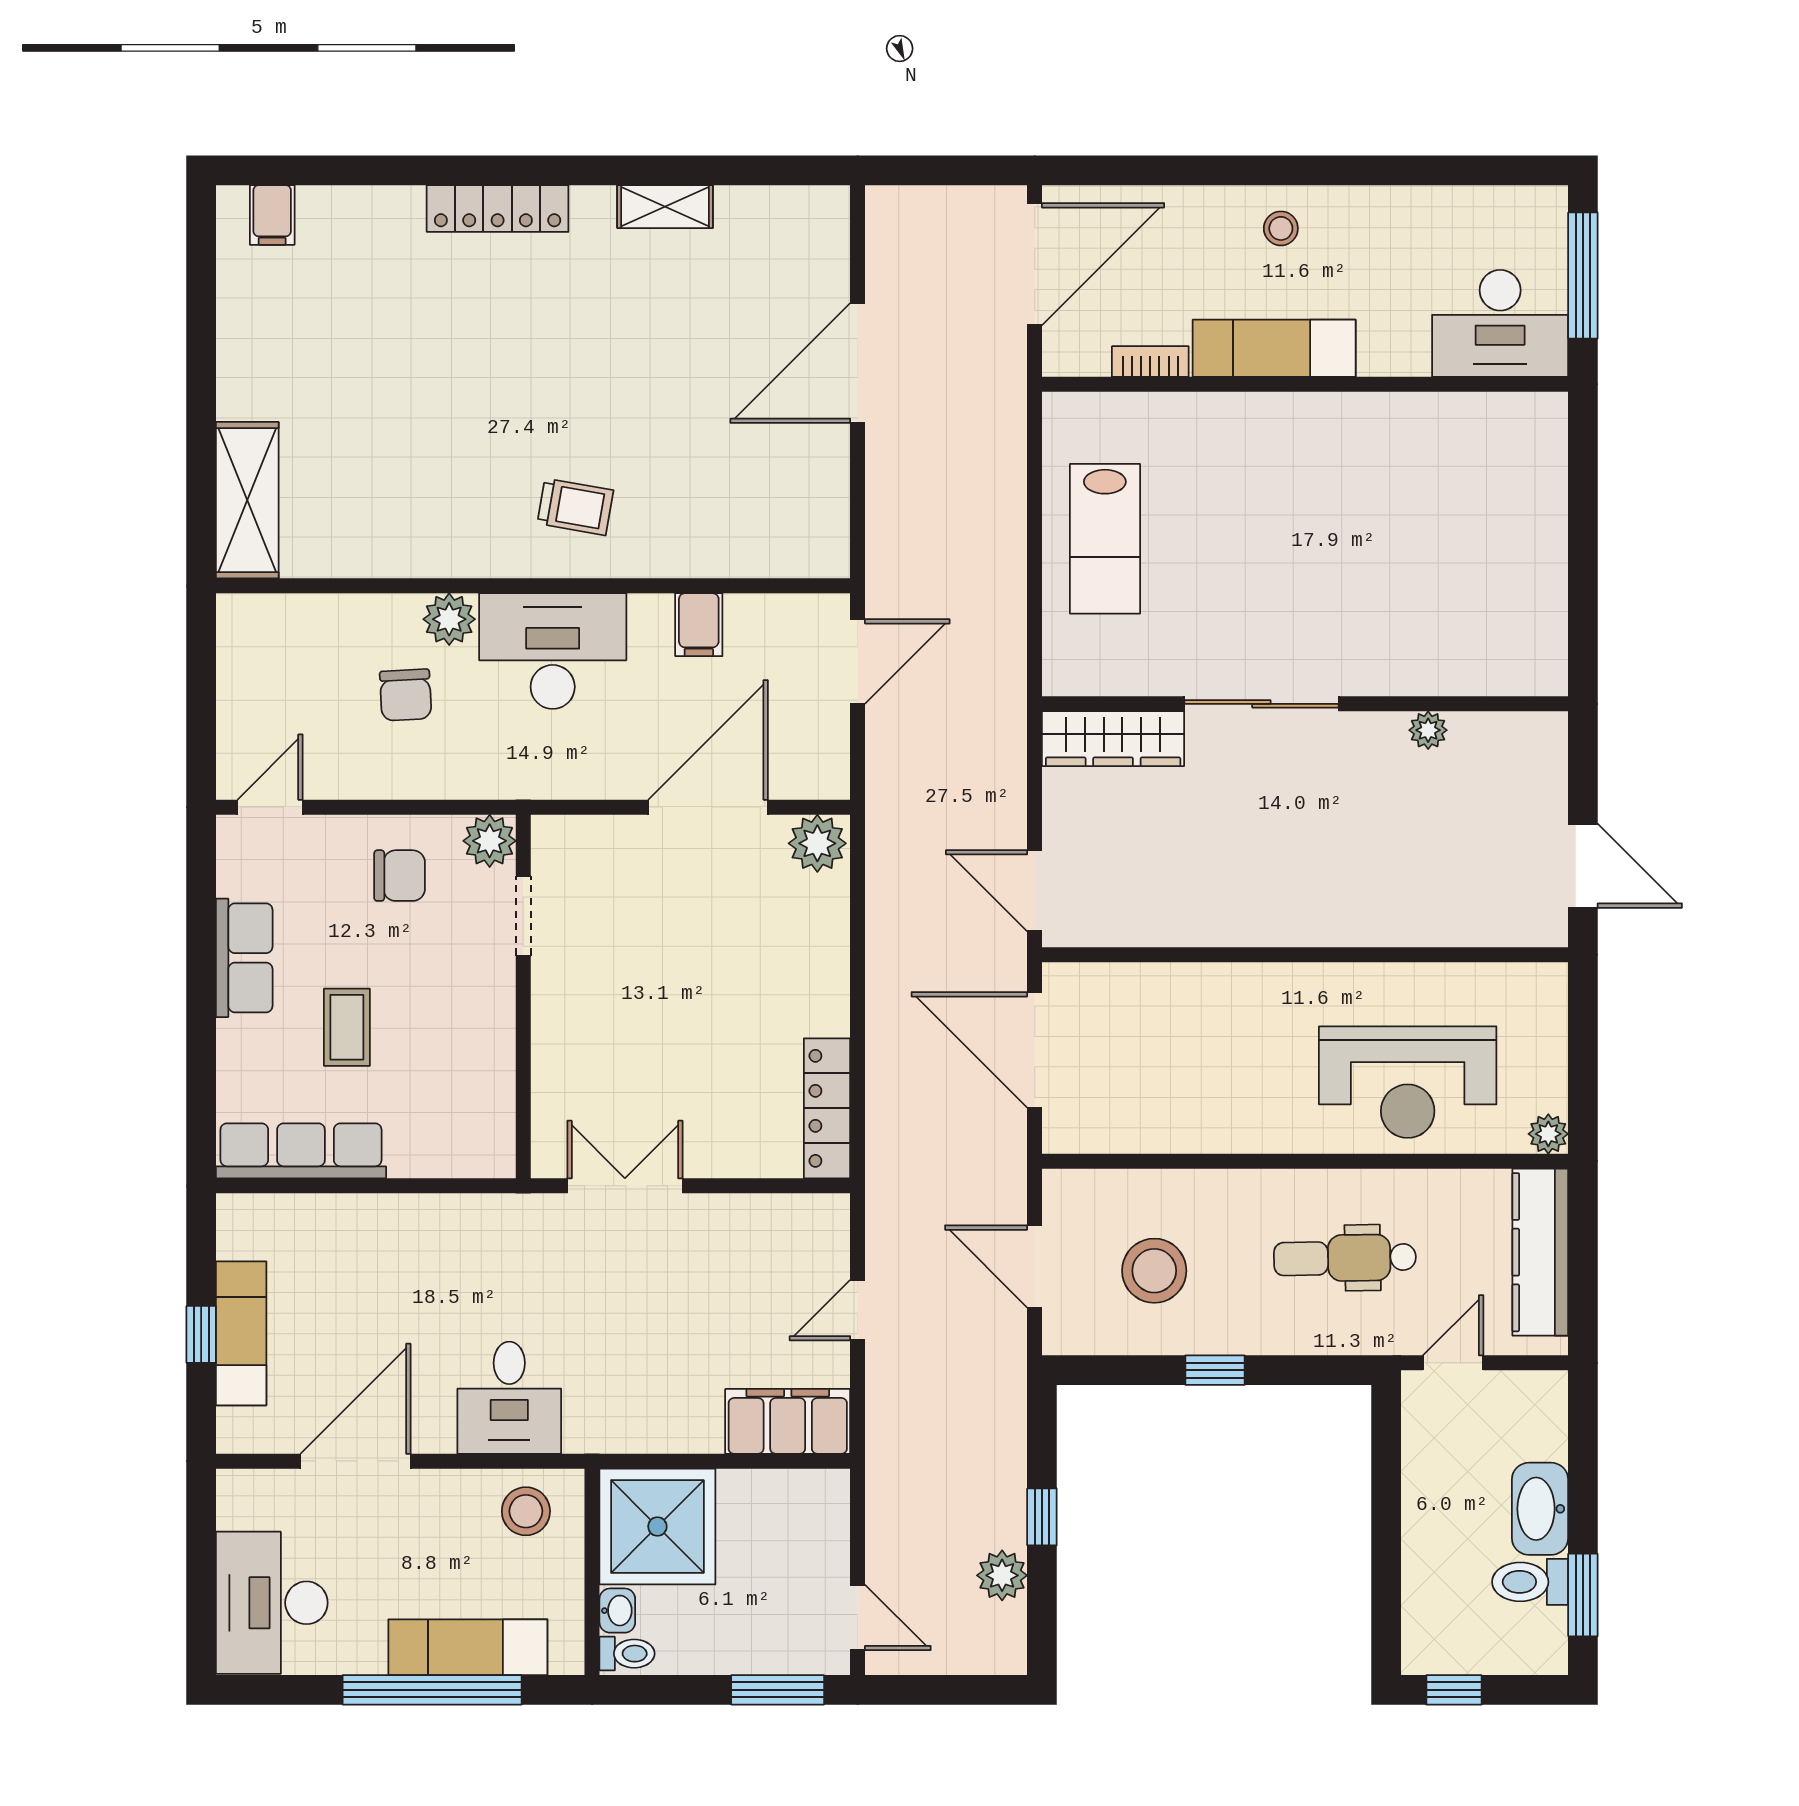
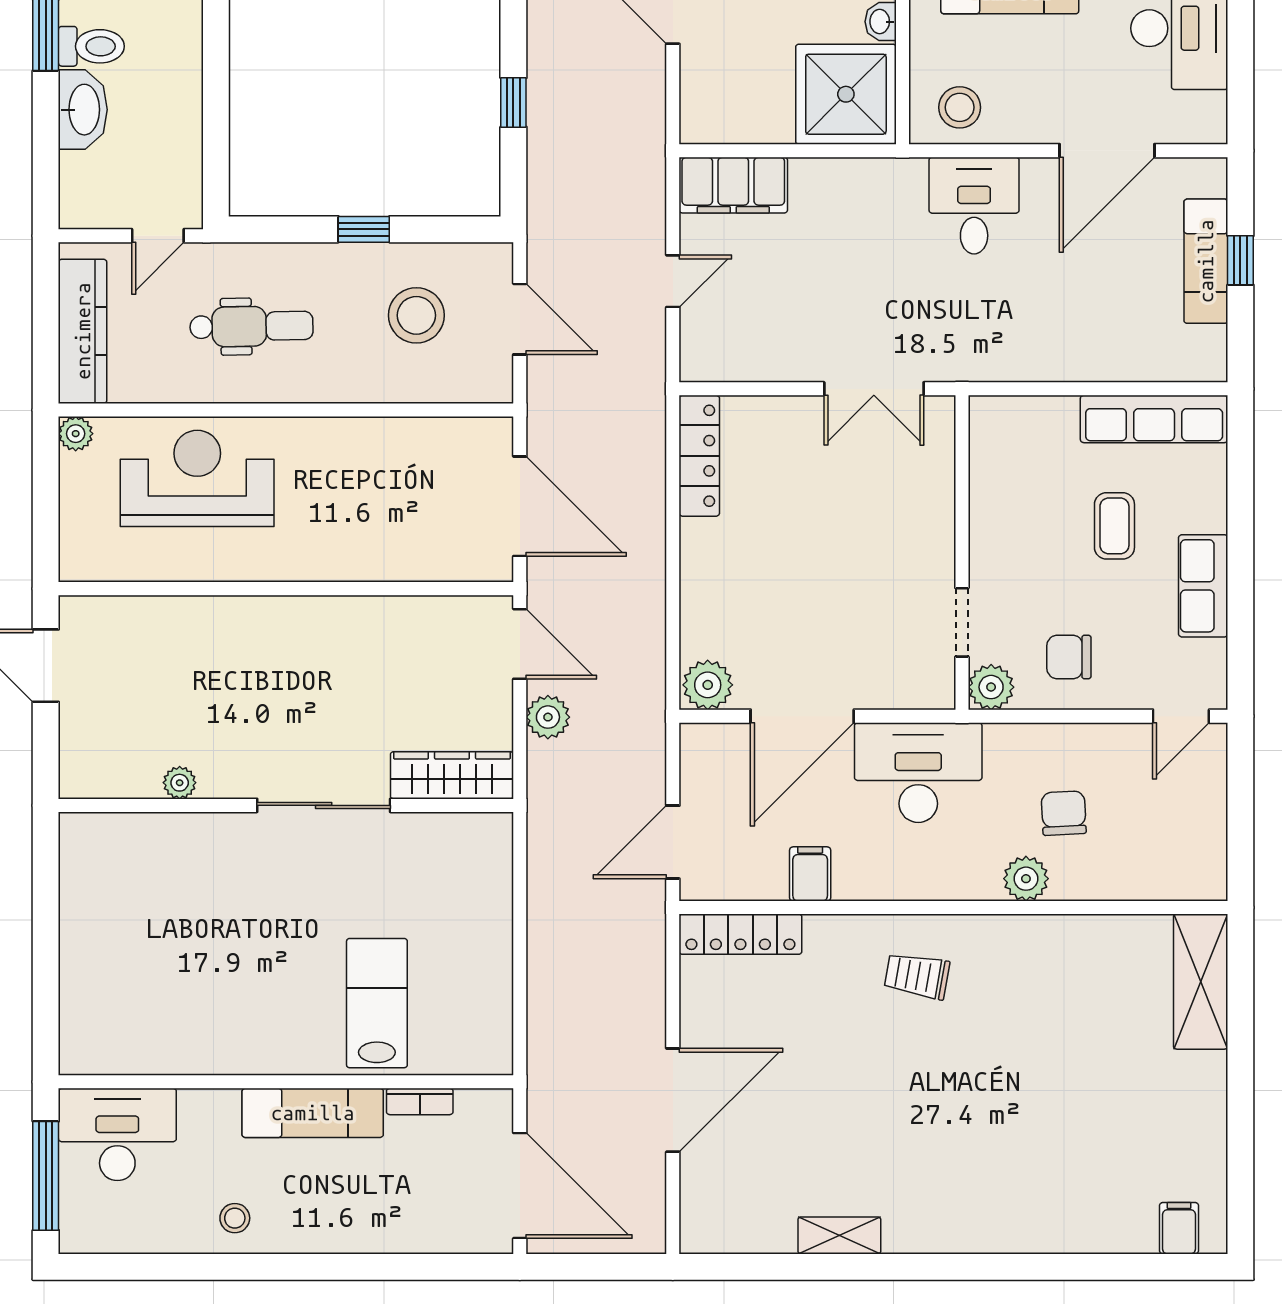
locker: (498, 209) -> (740, 934), moved, turned 180
stool: (1281, 228) -> (235, 1218), moved
door: (1035, 264) -> (520, 1186), swing flipped
lab bench: (1105, 539) -> (377, 1003), moved
desk: (553, 651) -> (918, 773), moved, turned 180
plant: (1002, 1575) -> (548, 717), moved

